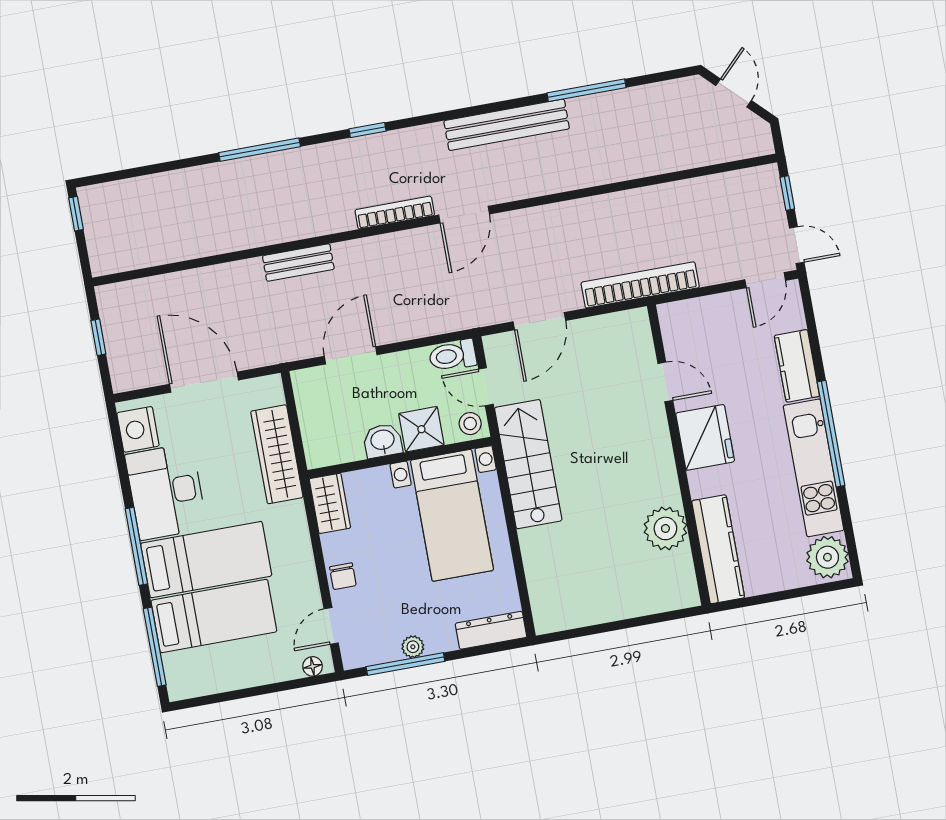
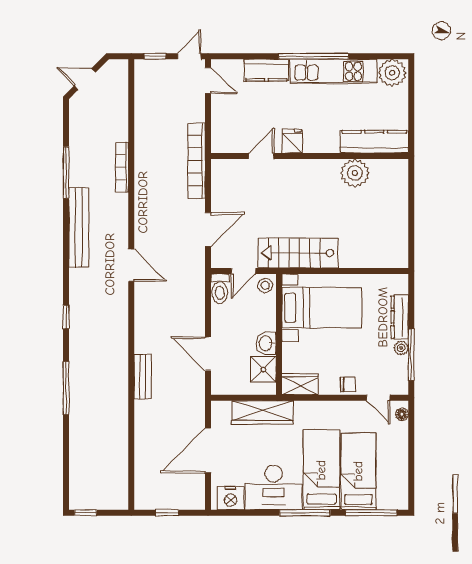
bookcase: (395, 213) -> (122, 167), moved
door: (539, 321) -> (208, 229), hinge flipped
shower: (421, 429) -> (263, 369), moved
fridge: (705, 437) -> (292, 141), width x0.53, depth x0.75
dresser: (491, 630) -> (400, 317), moved

